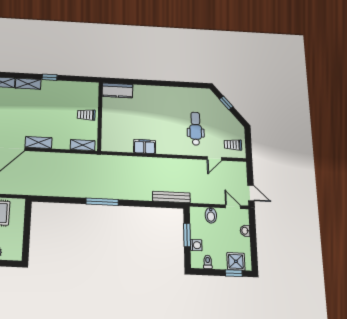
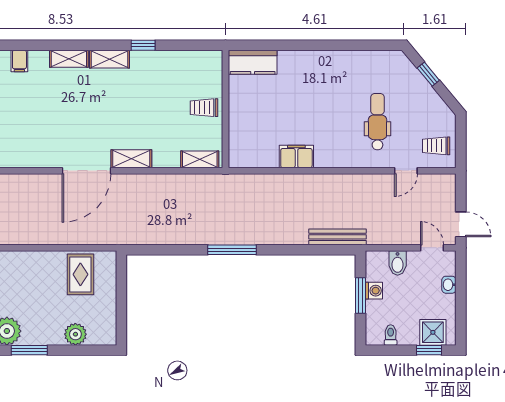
washing machine: (196, 245) -> (374, 291), moved

